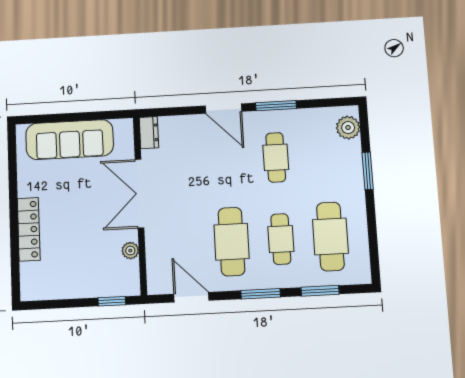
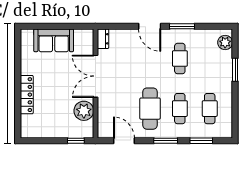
sofa: (70, 140) -> (54, 40), width x0.73
cafe table: (330, 236) -> (210, 109), width x0.73, depth x0.74
plant: (130, 251) -> (84, 111), width x1.87, depth x1.87

